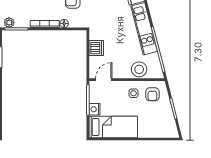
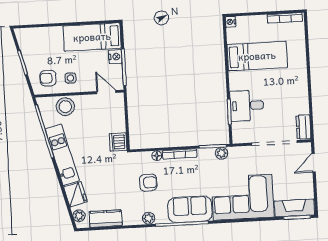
dishwasher: (96, 48) -> (118, 142), moved
door: (104, 80) -> (106, 92), swing flipped
armchair: (152, 94) -> (48, 78), turned -90

